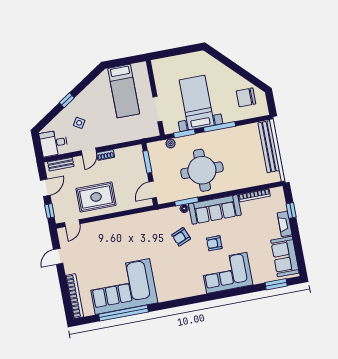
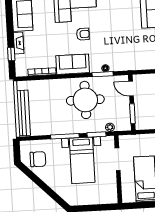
door: (153, 190) -> (131, 89), swing flipped
sofa: (215, 209) -> (73, 64), width x0.73
armchair: (181, 237) -> (111, 44), removed

